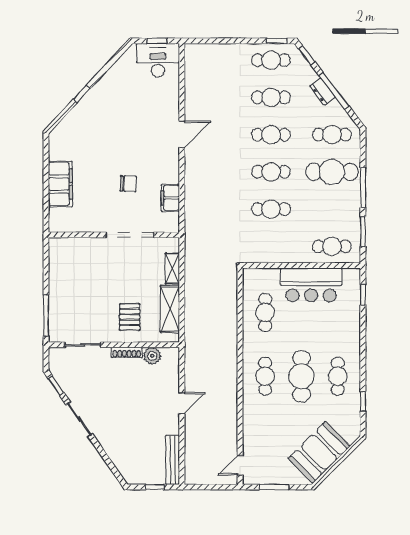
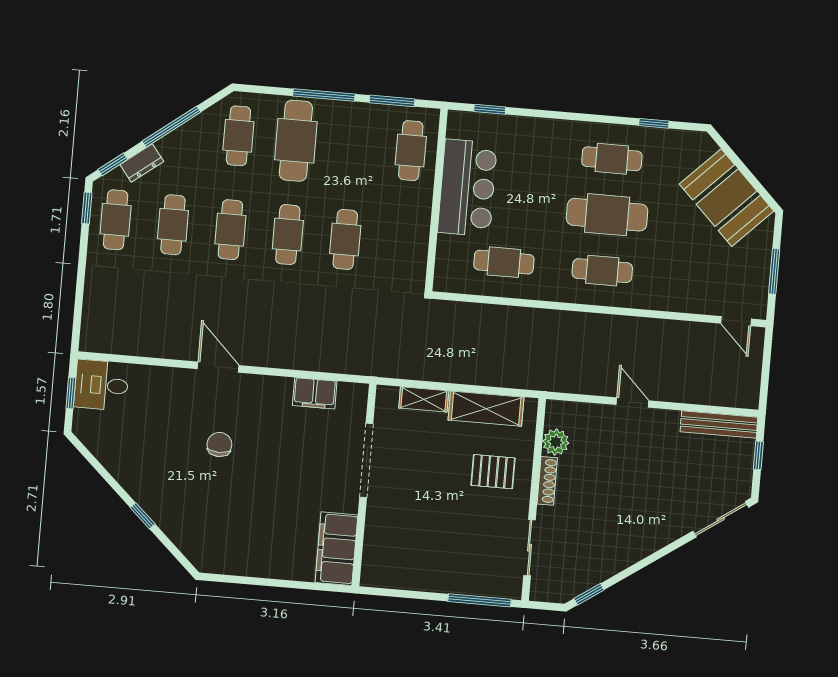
desk: (158, 60) -> (101, 385), width x0.73
dresser: (323, 92) -> (142, 163), moved
filing cabinet: (60, 184) -> (336, 549), moved, turned -90
chair: (128, 184) -> (219, 445), moved
sliding door: (79, 419) -> (721, 519), moved

